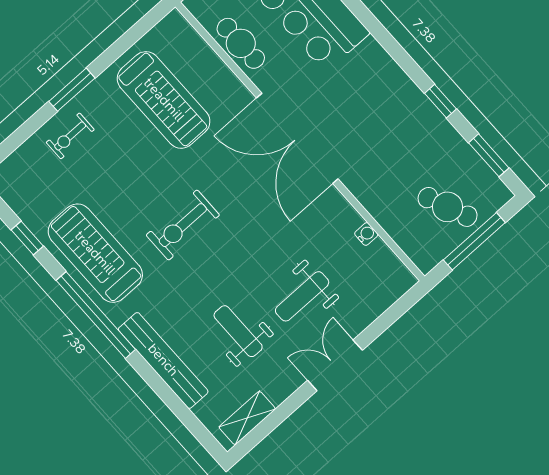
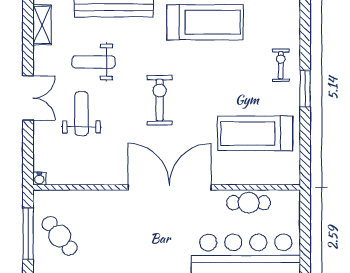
cafe table: (448, 207) -> (60, 236), turned 74
exercise bike: (183, 225) -> (160, 100), moved
water cooler: (366, 234) -> (39, 179), moved
weight bench: (238, 331) -> (94, 62), turned 180

